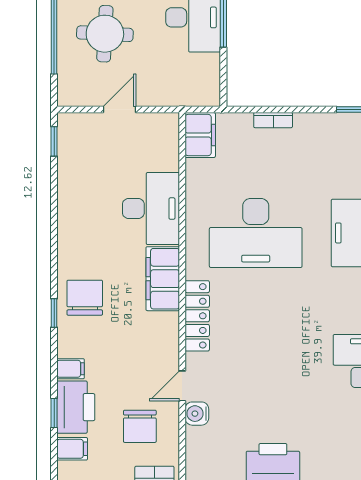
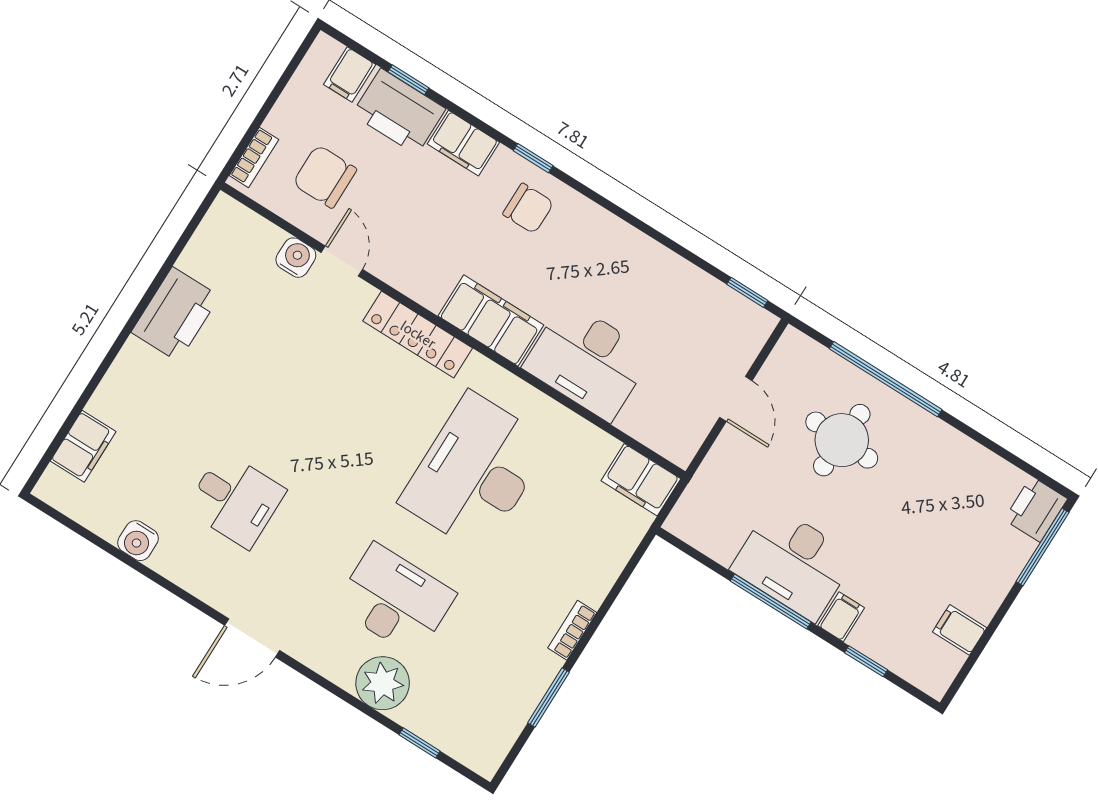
bookcase: (273, 120) -> (572, 630), moved
chair: (85, 298) -> (528, 208), width x0.73, depth x0.73
filing cabinet: (71, 369) -> (463, 143), width x2.00

